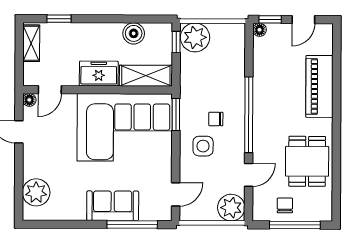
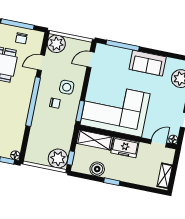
window: (59, 19) -> (112, 182), moved
sofa: (113, 206) -> (148, 63), moved

